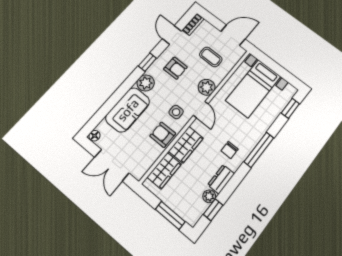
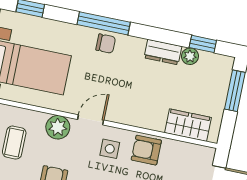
armchair: (163, 135) -> (146, 150), turned 90
wardrobe: (186, 145) -> (144, 115), removed
chair: (230, 150) -> (106, 44), moved

